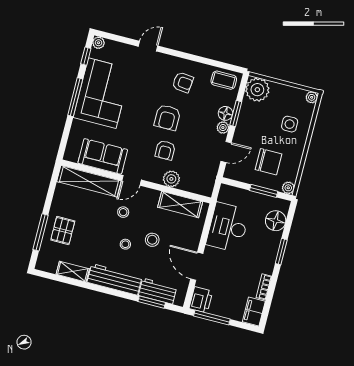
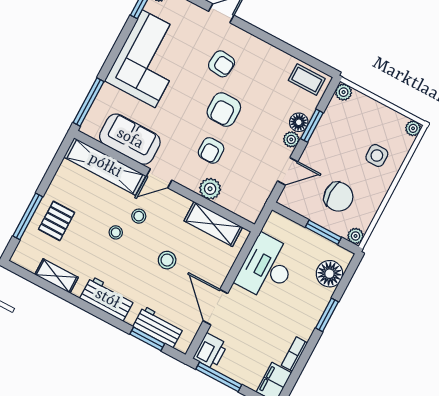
armchair: (183, 82) -> (222, 64), moved
plant: (257, 90) -> (344, 92), width x0.53, depth x0.53
window: (75, 97) -> (89, 102), moved
stool: (125, 244) -> (116, 232), moved
workbench: (115, 279) -> (107, 299), width x0.73

